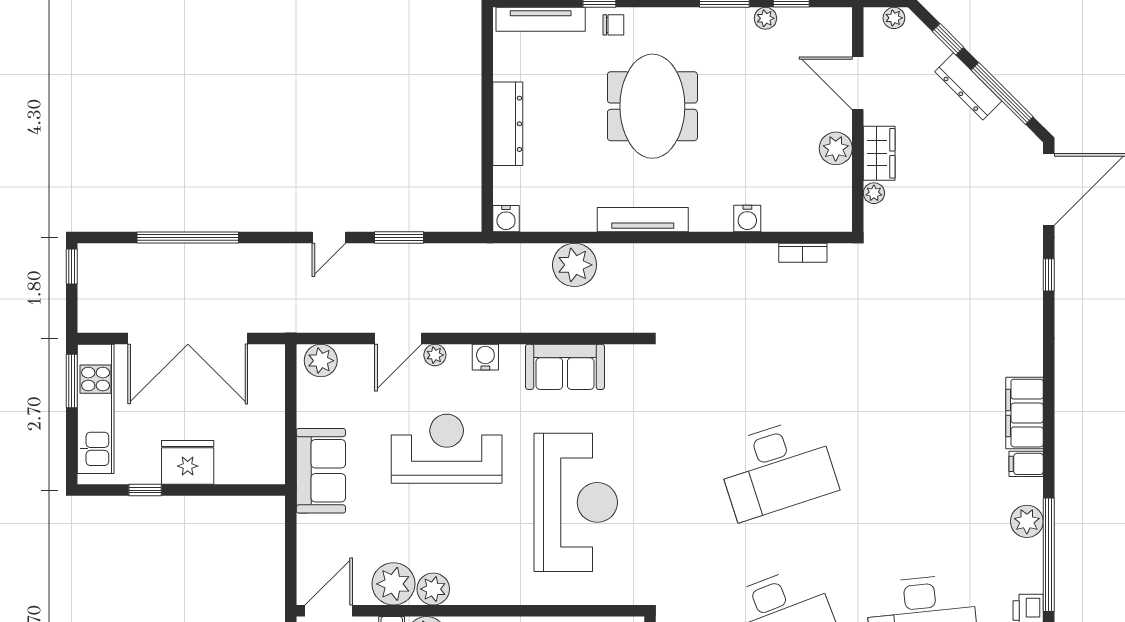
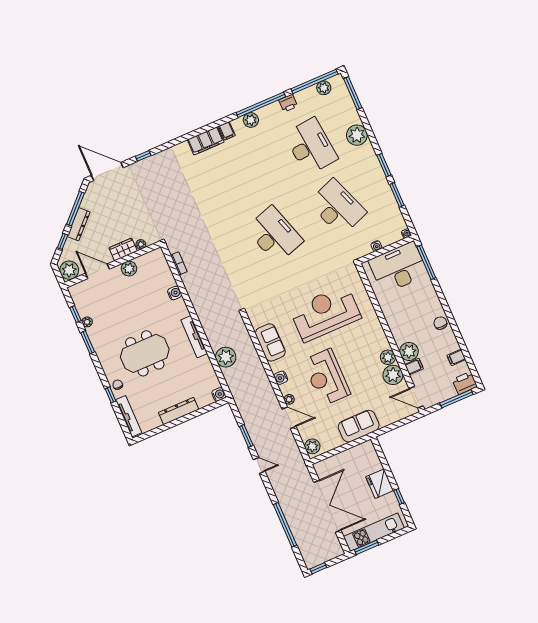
plant: (894, 18) -> (69, 270), width x1.88, depth x1.88
door: (858, 83) -> (98, 271), swing flipped

